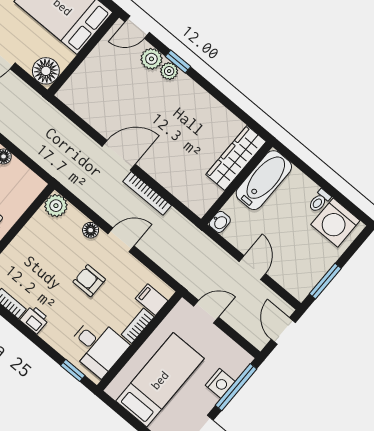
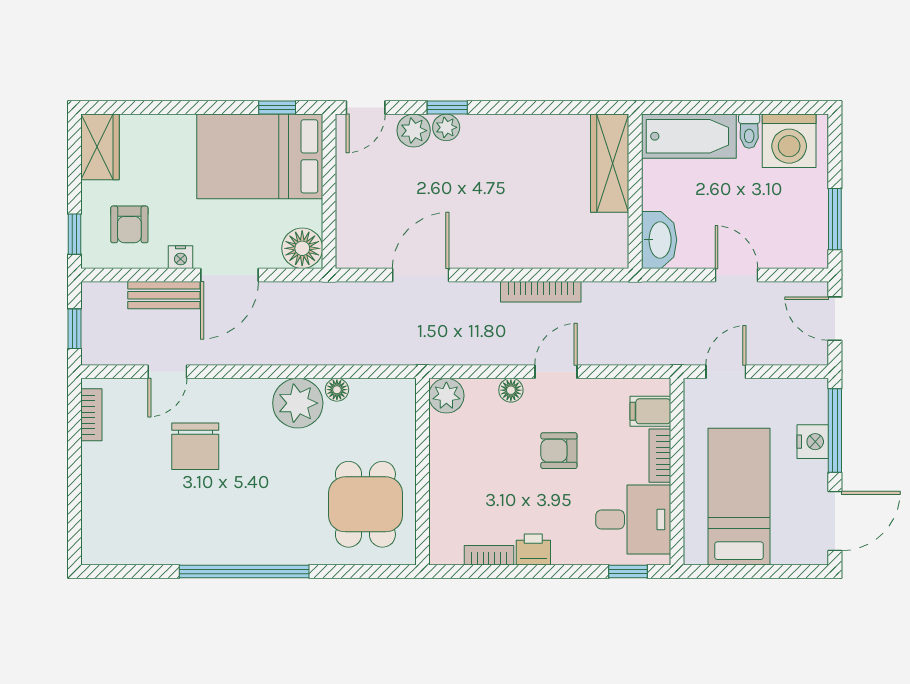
door: (119, 155) -> (421, 275), moved
bathtub: (264, 180) -> (689, 136), moved, turned 90
washbasin: (220, 222) -> (659, 240), width x1.91, depth x1.45

